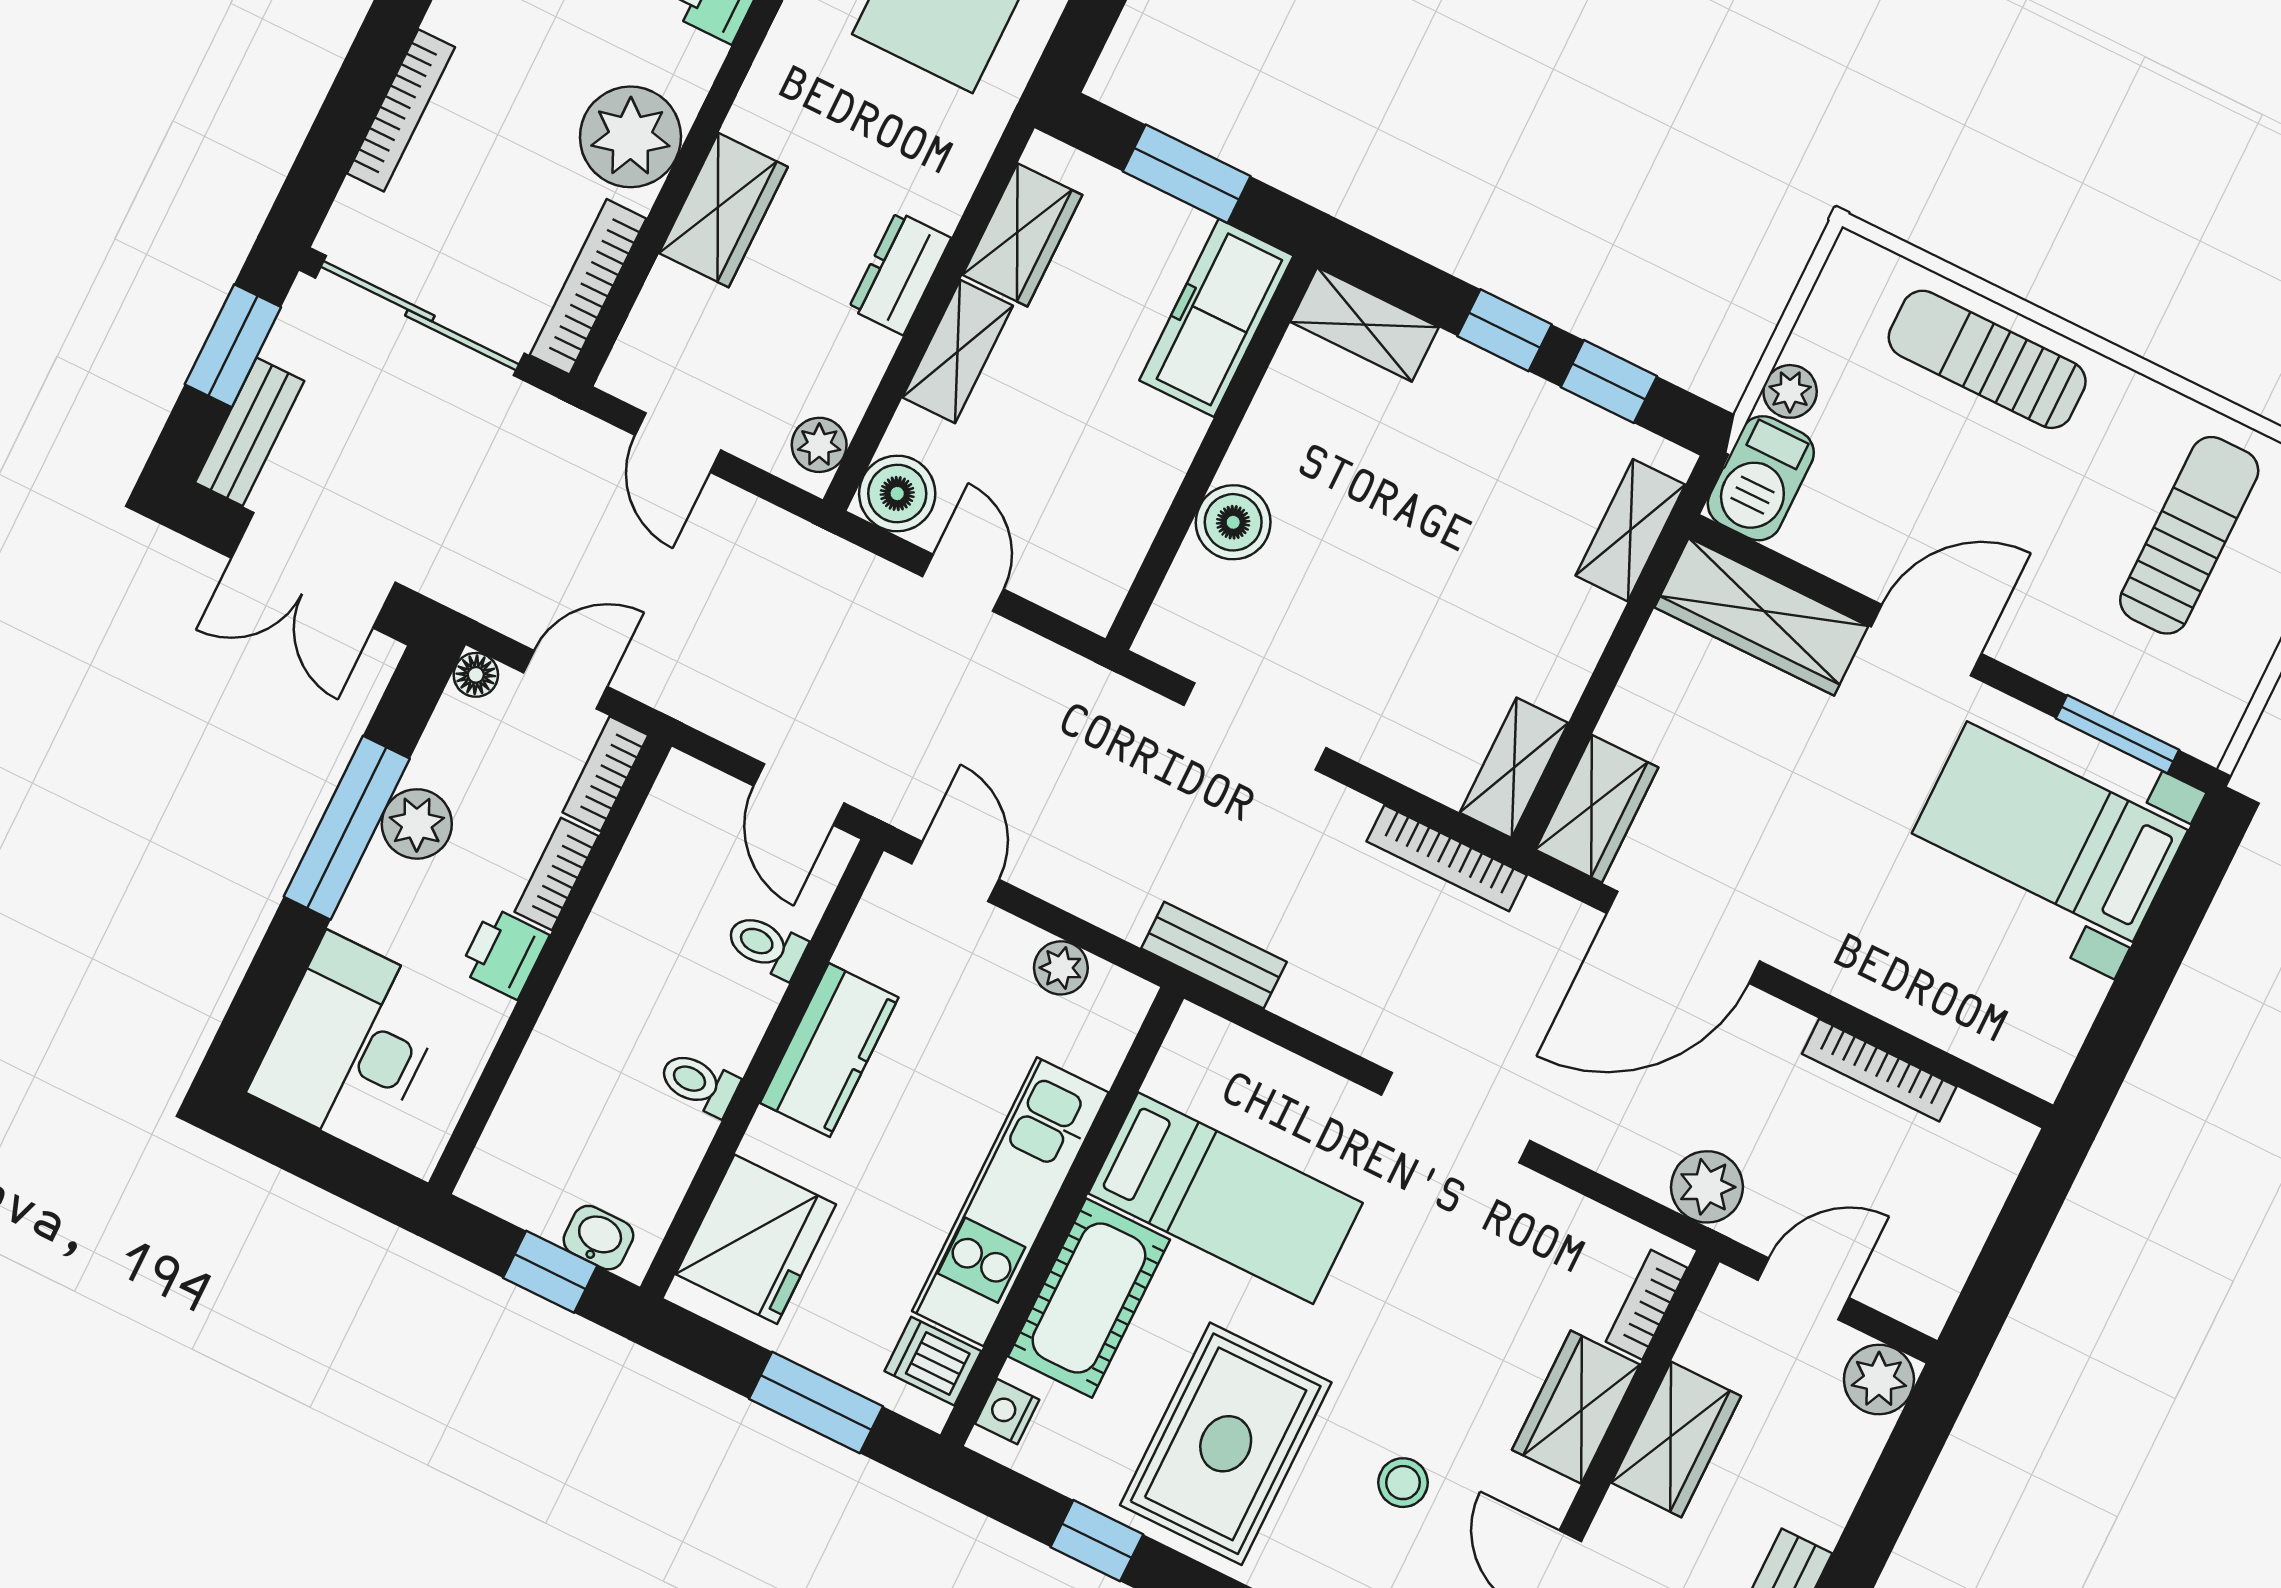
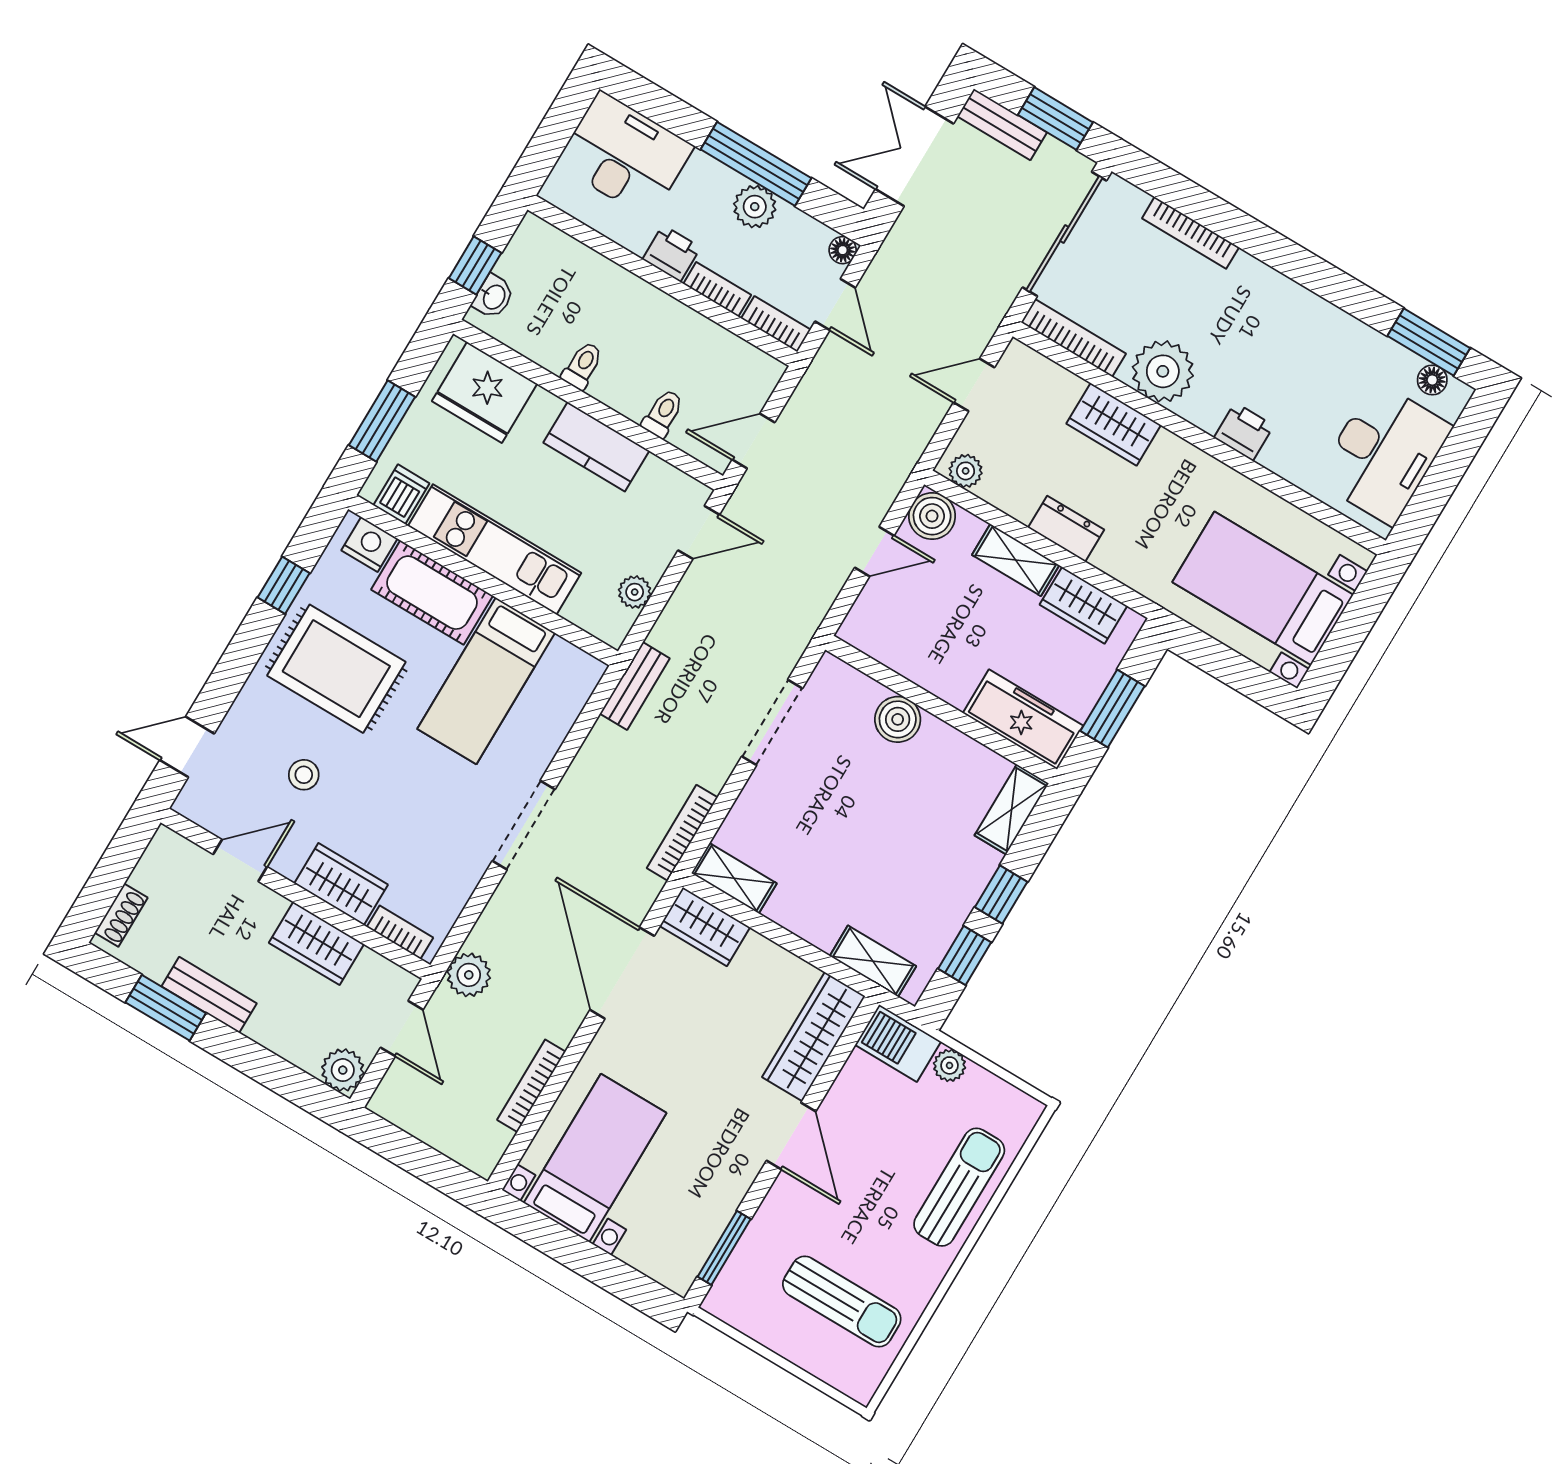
bed with nightstands: (2050, 832) -> (595, 1158), moved
nightstand: (1007, 1412) -> (369, 544), width x1.39, depth x1.35

